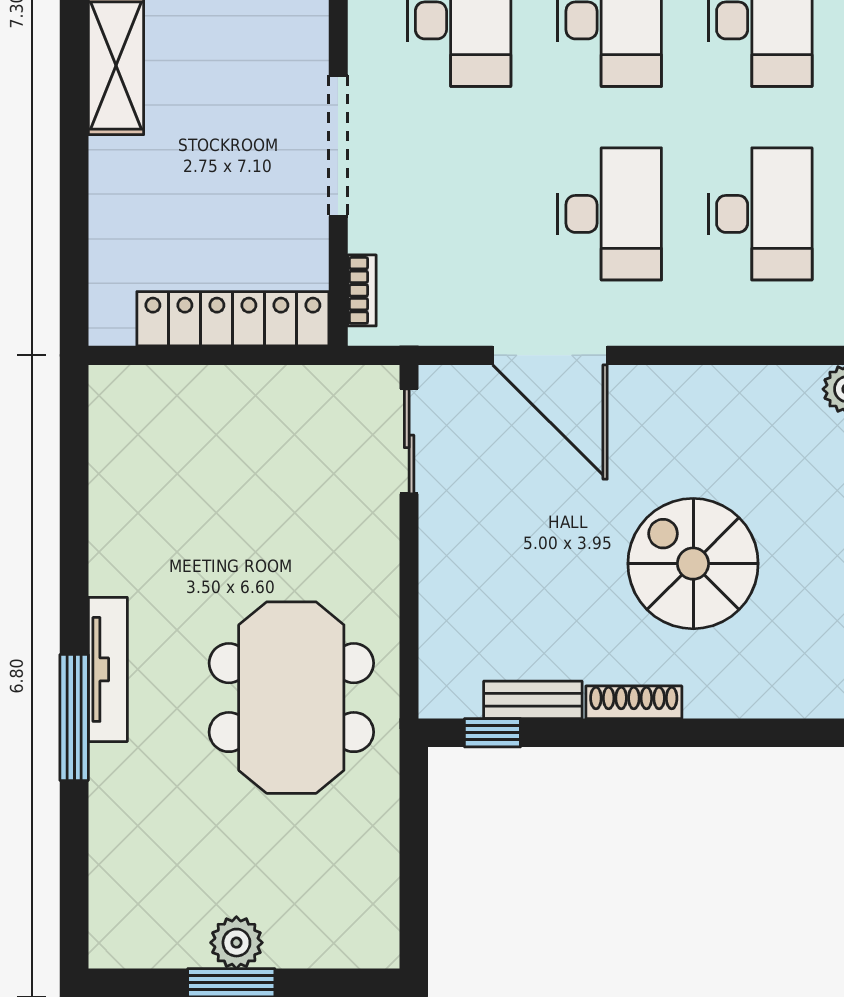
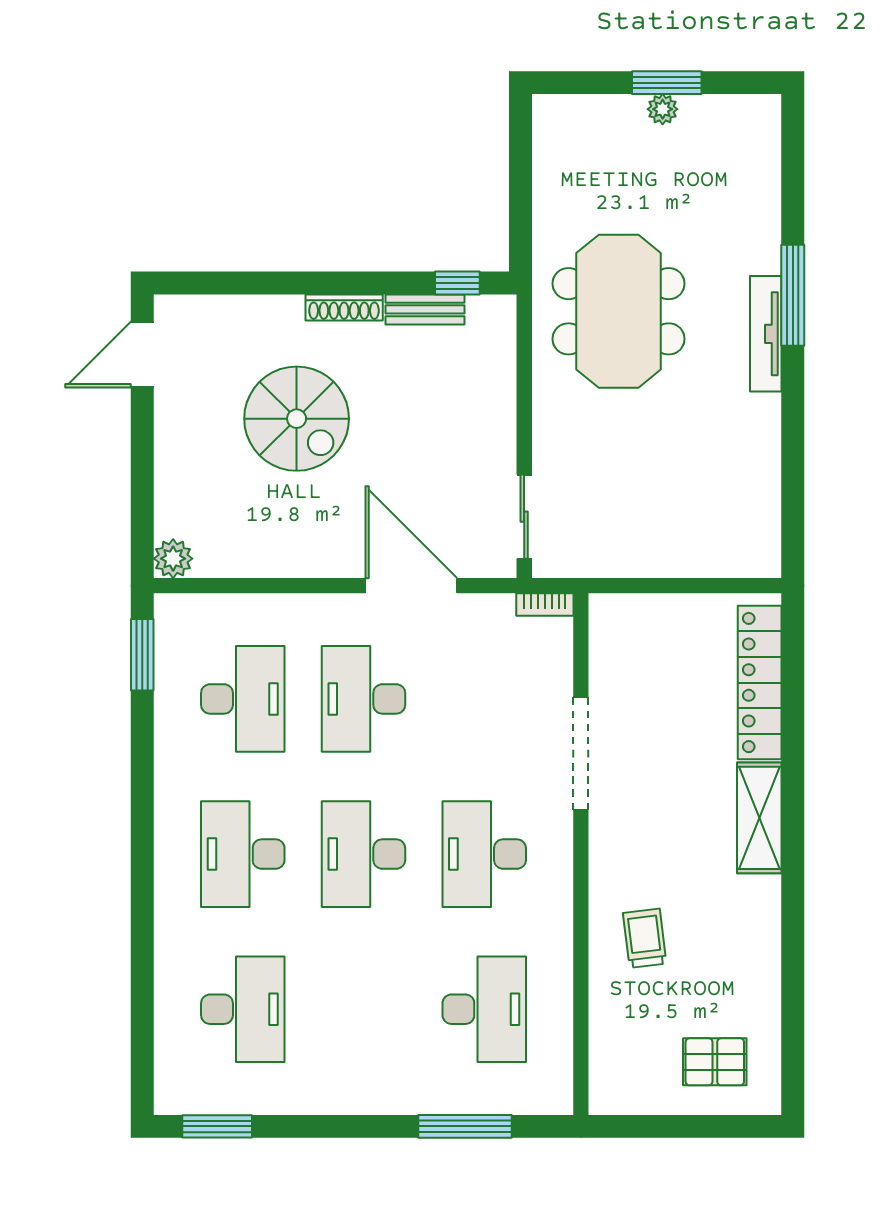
desk: (760, 214) -> (243, 699), turned 180
bookcase: (362, 290) -> (545, 605), moved, turned -90
locker: (233, 319) -> (760, 683), moved, turned 90
plant: (236, 943) -> (663, 109), width x0.73, depth x0.73

